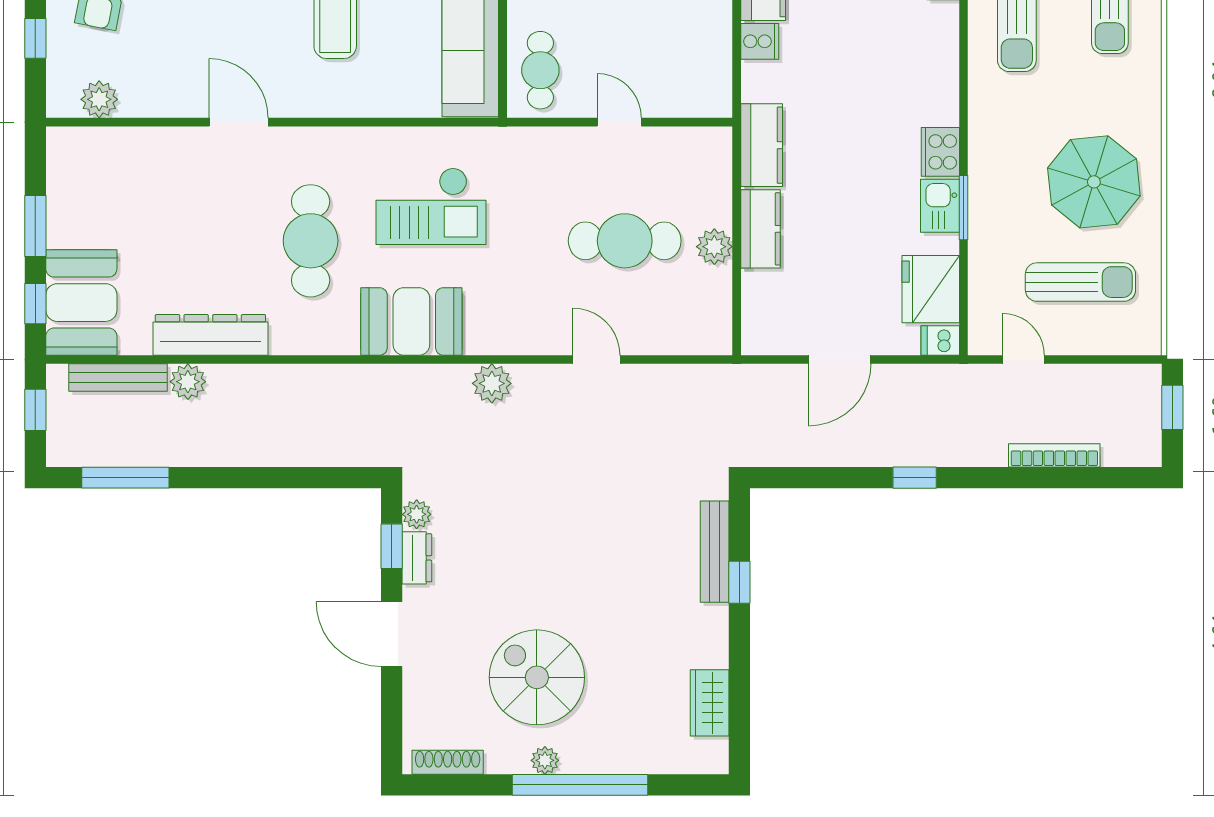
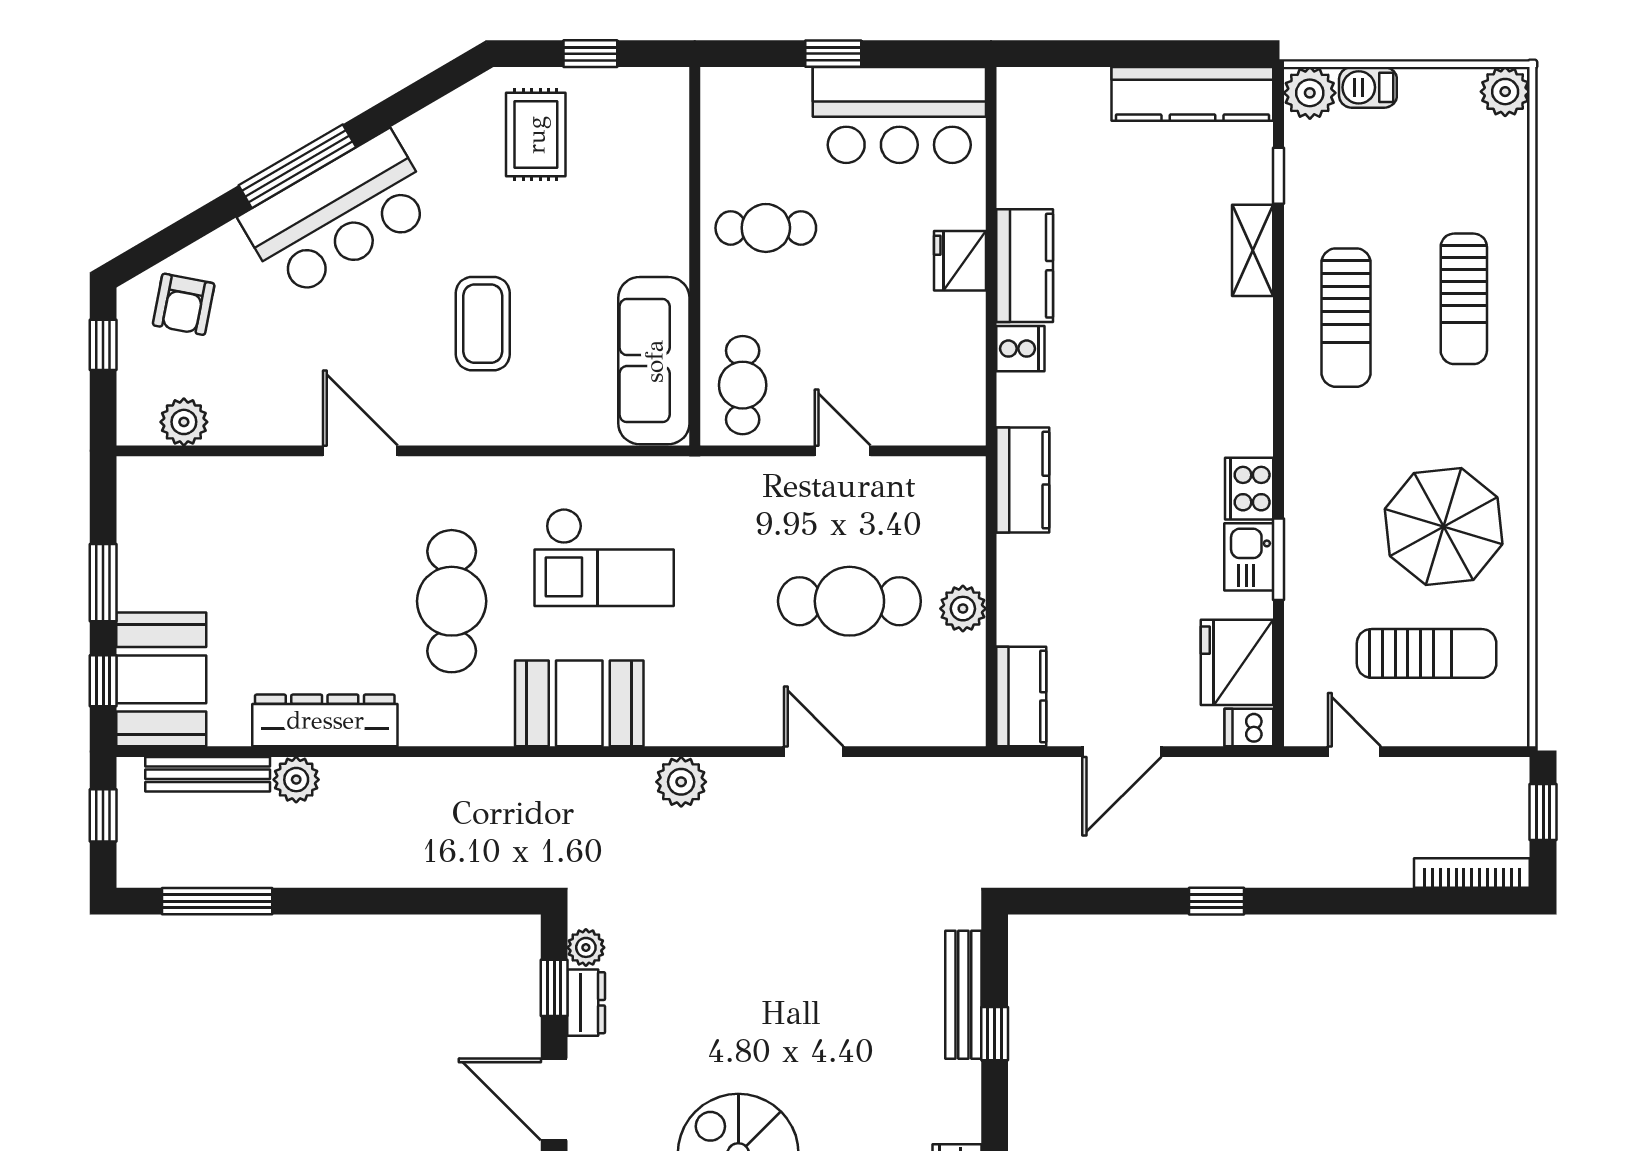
kitchen counter: (760, 229) -> (1021, 696), moved
bookcase: (1054, 455) -> (1472, 873), moved

